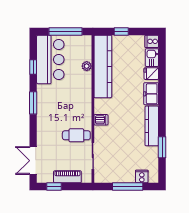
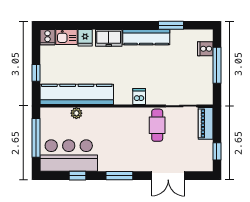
double door: (33, 161) -> (168, 176), moved
piano: (67, 177) -> (206, 123), moved

